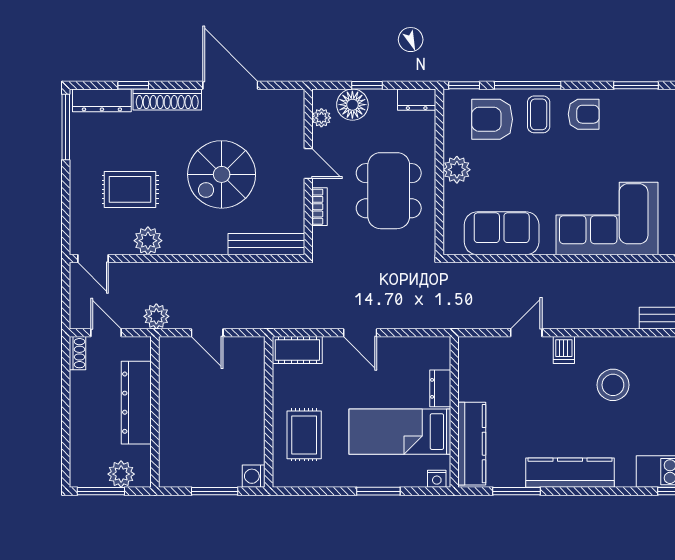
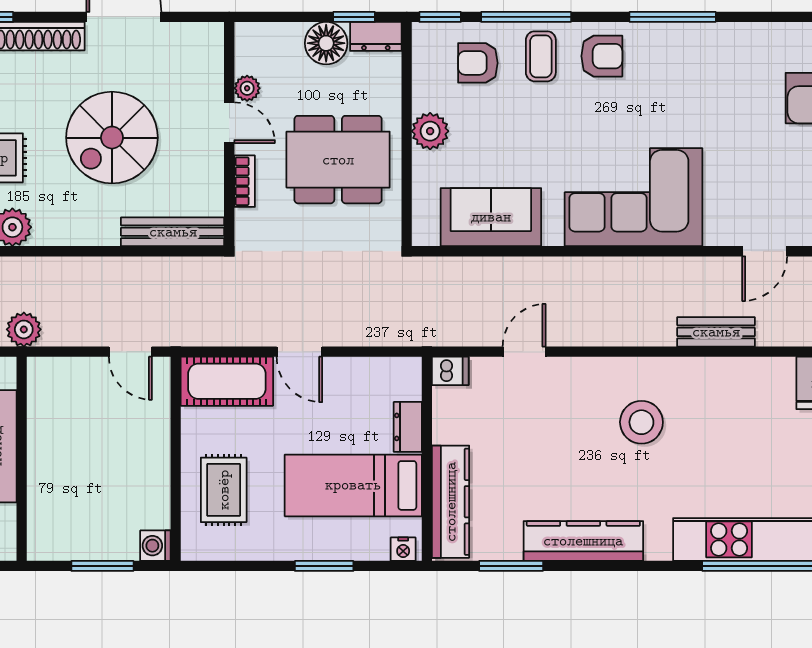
window: (367, 85) -> (354, 17), moved
window: (636, 85) -> (673, 17), width x1.44
floor lamp: (352, 105) -> (326, 43), moved
plant: (321, 118) -> (247, 88), moved
armchair: (492, 119) -> (478, 63), width x0.72, depth x0.72
dining table: (389, 191) -> (338, 160), turned 90
door: (207, 333) -> (130, 352), moved
cot: (297, 350) -> (227, 381), width x1.37, depth x1.34
dishwasher: (564, 350) -> (450, 371), moved, turned -90

